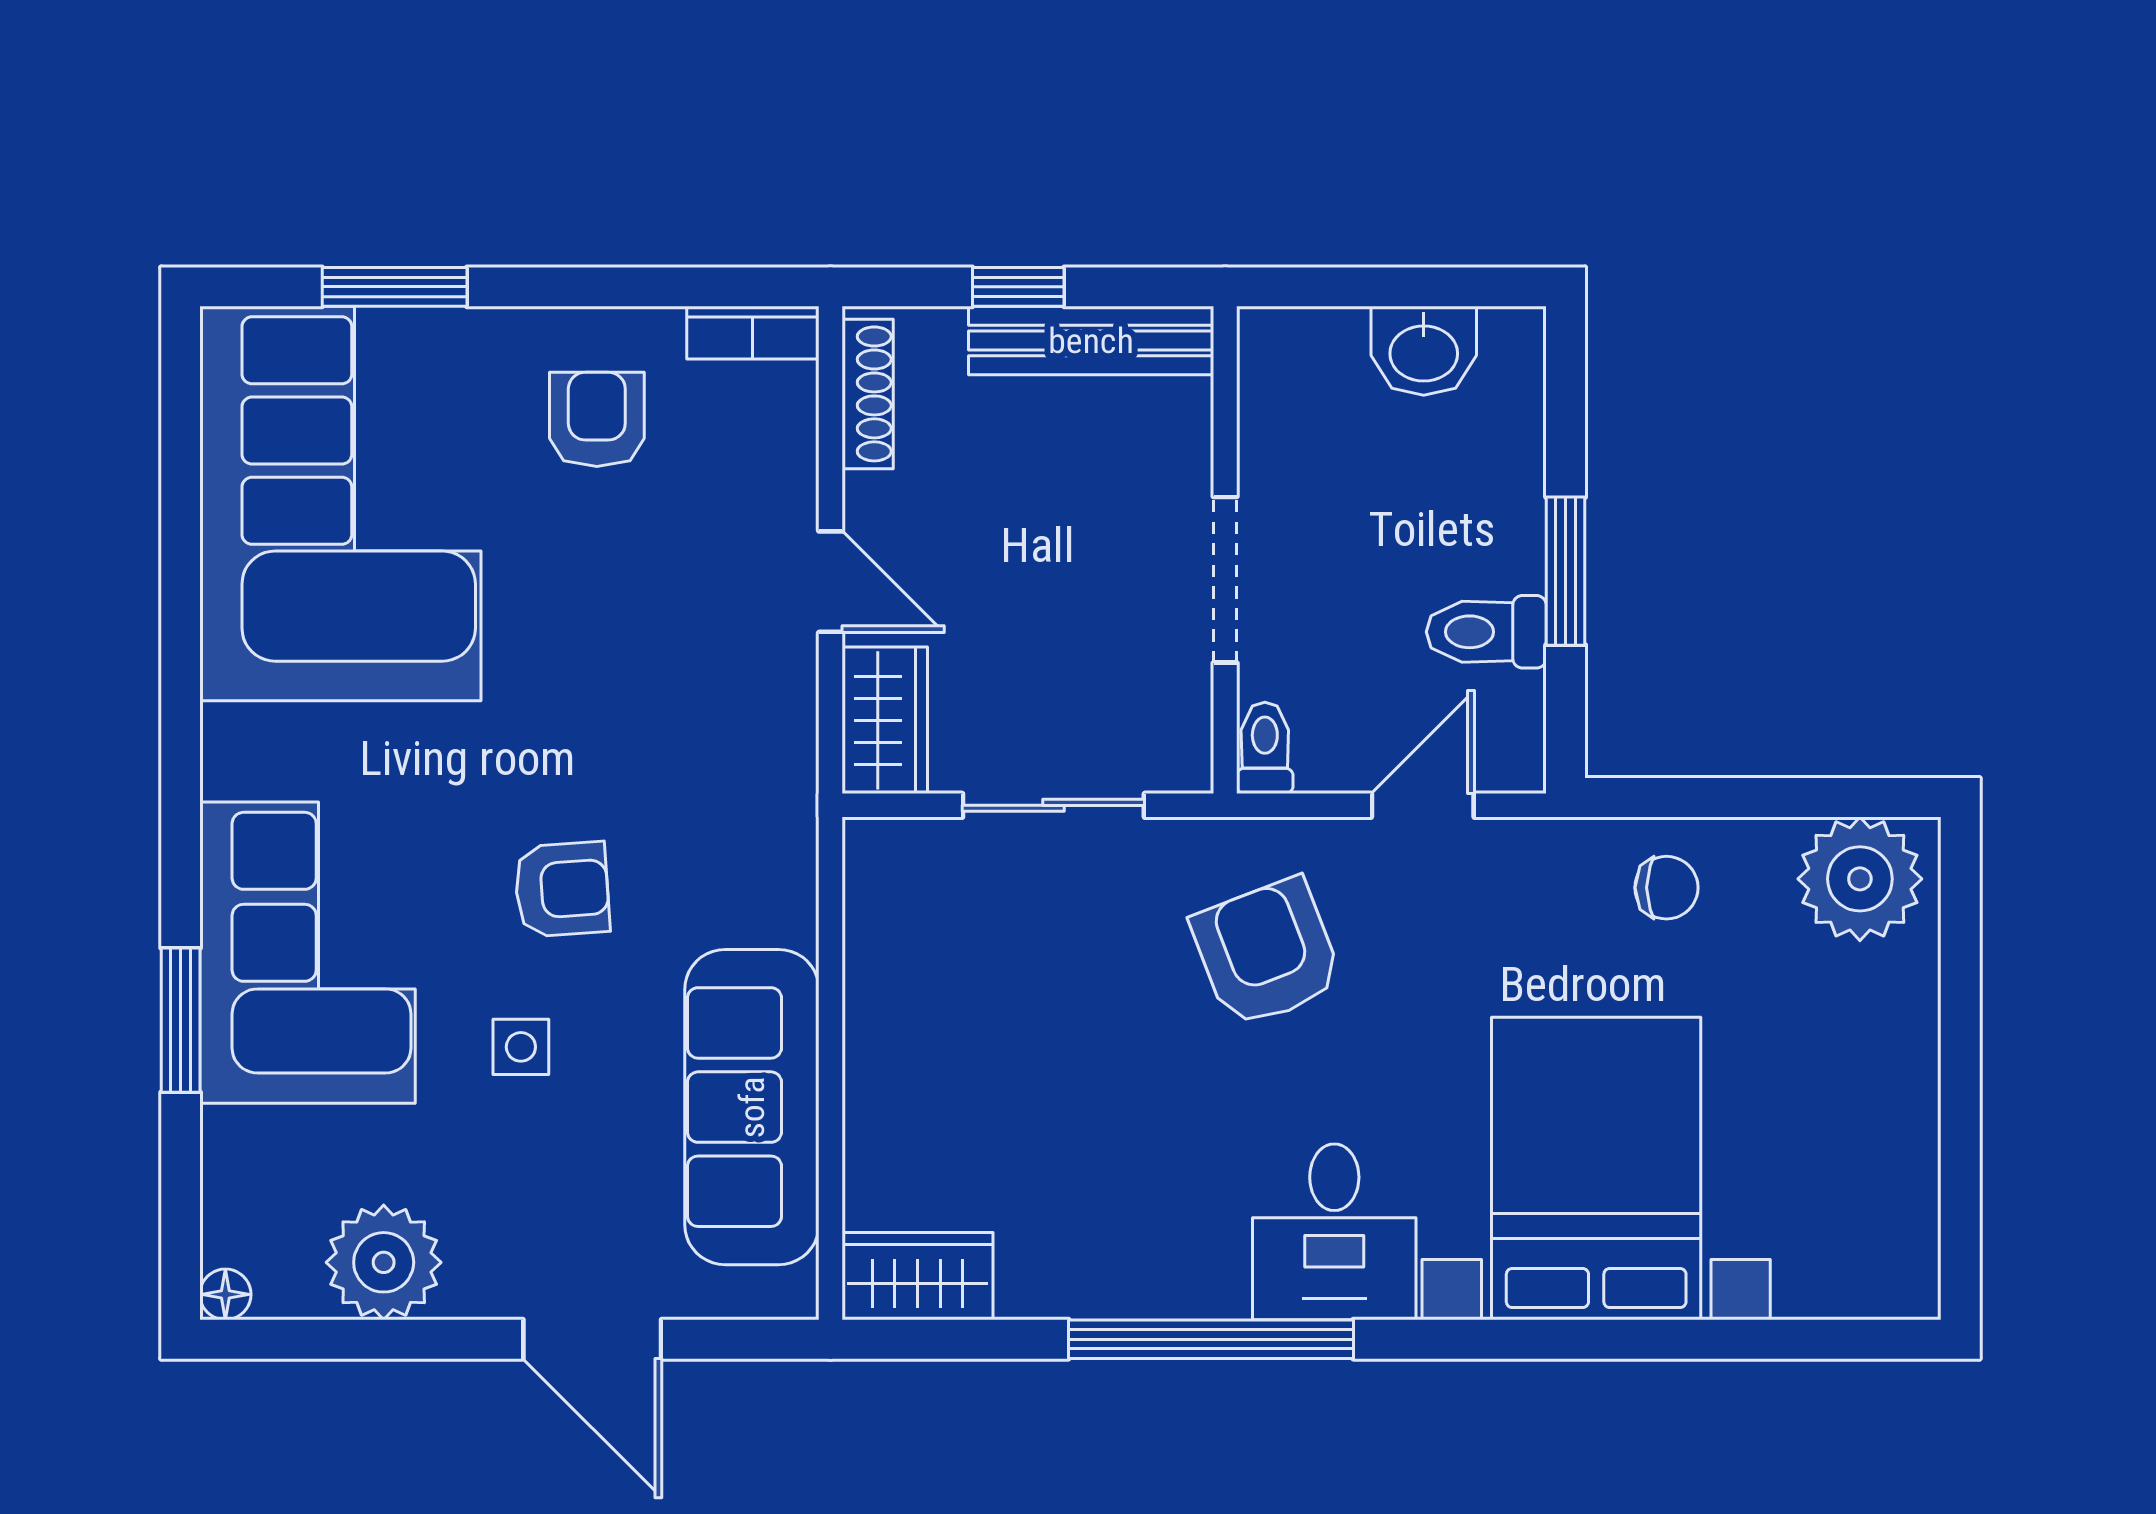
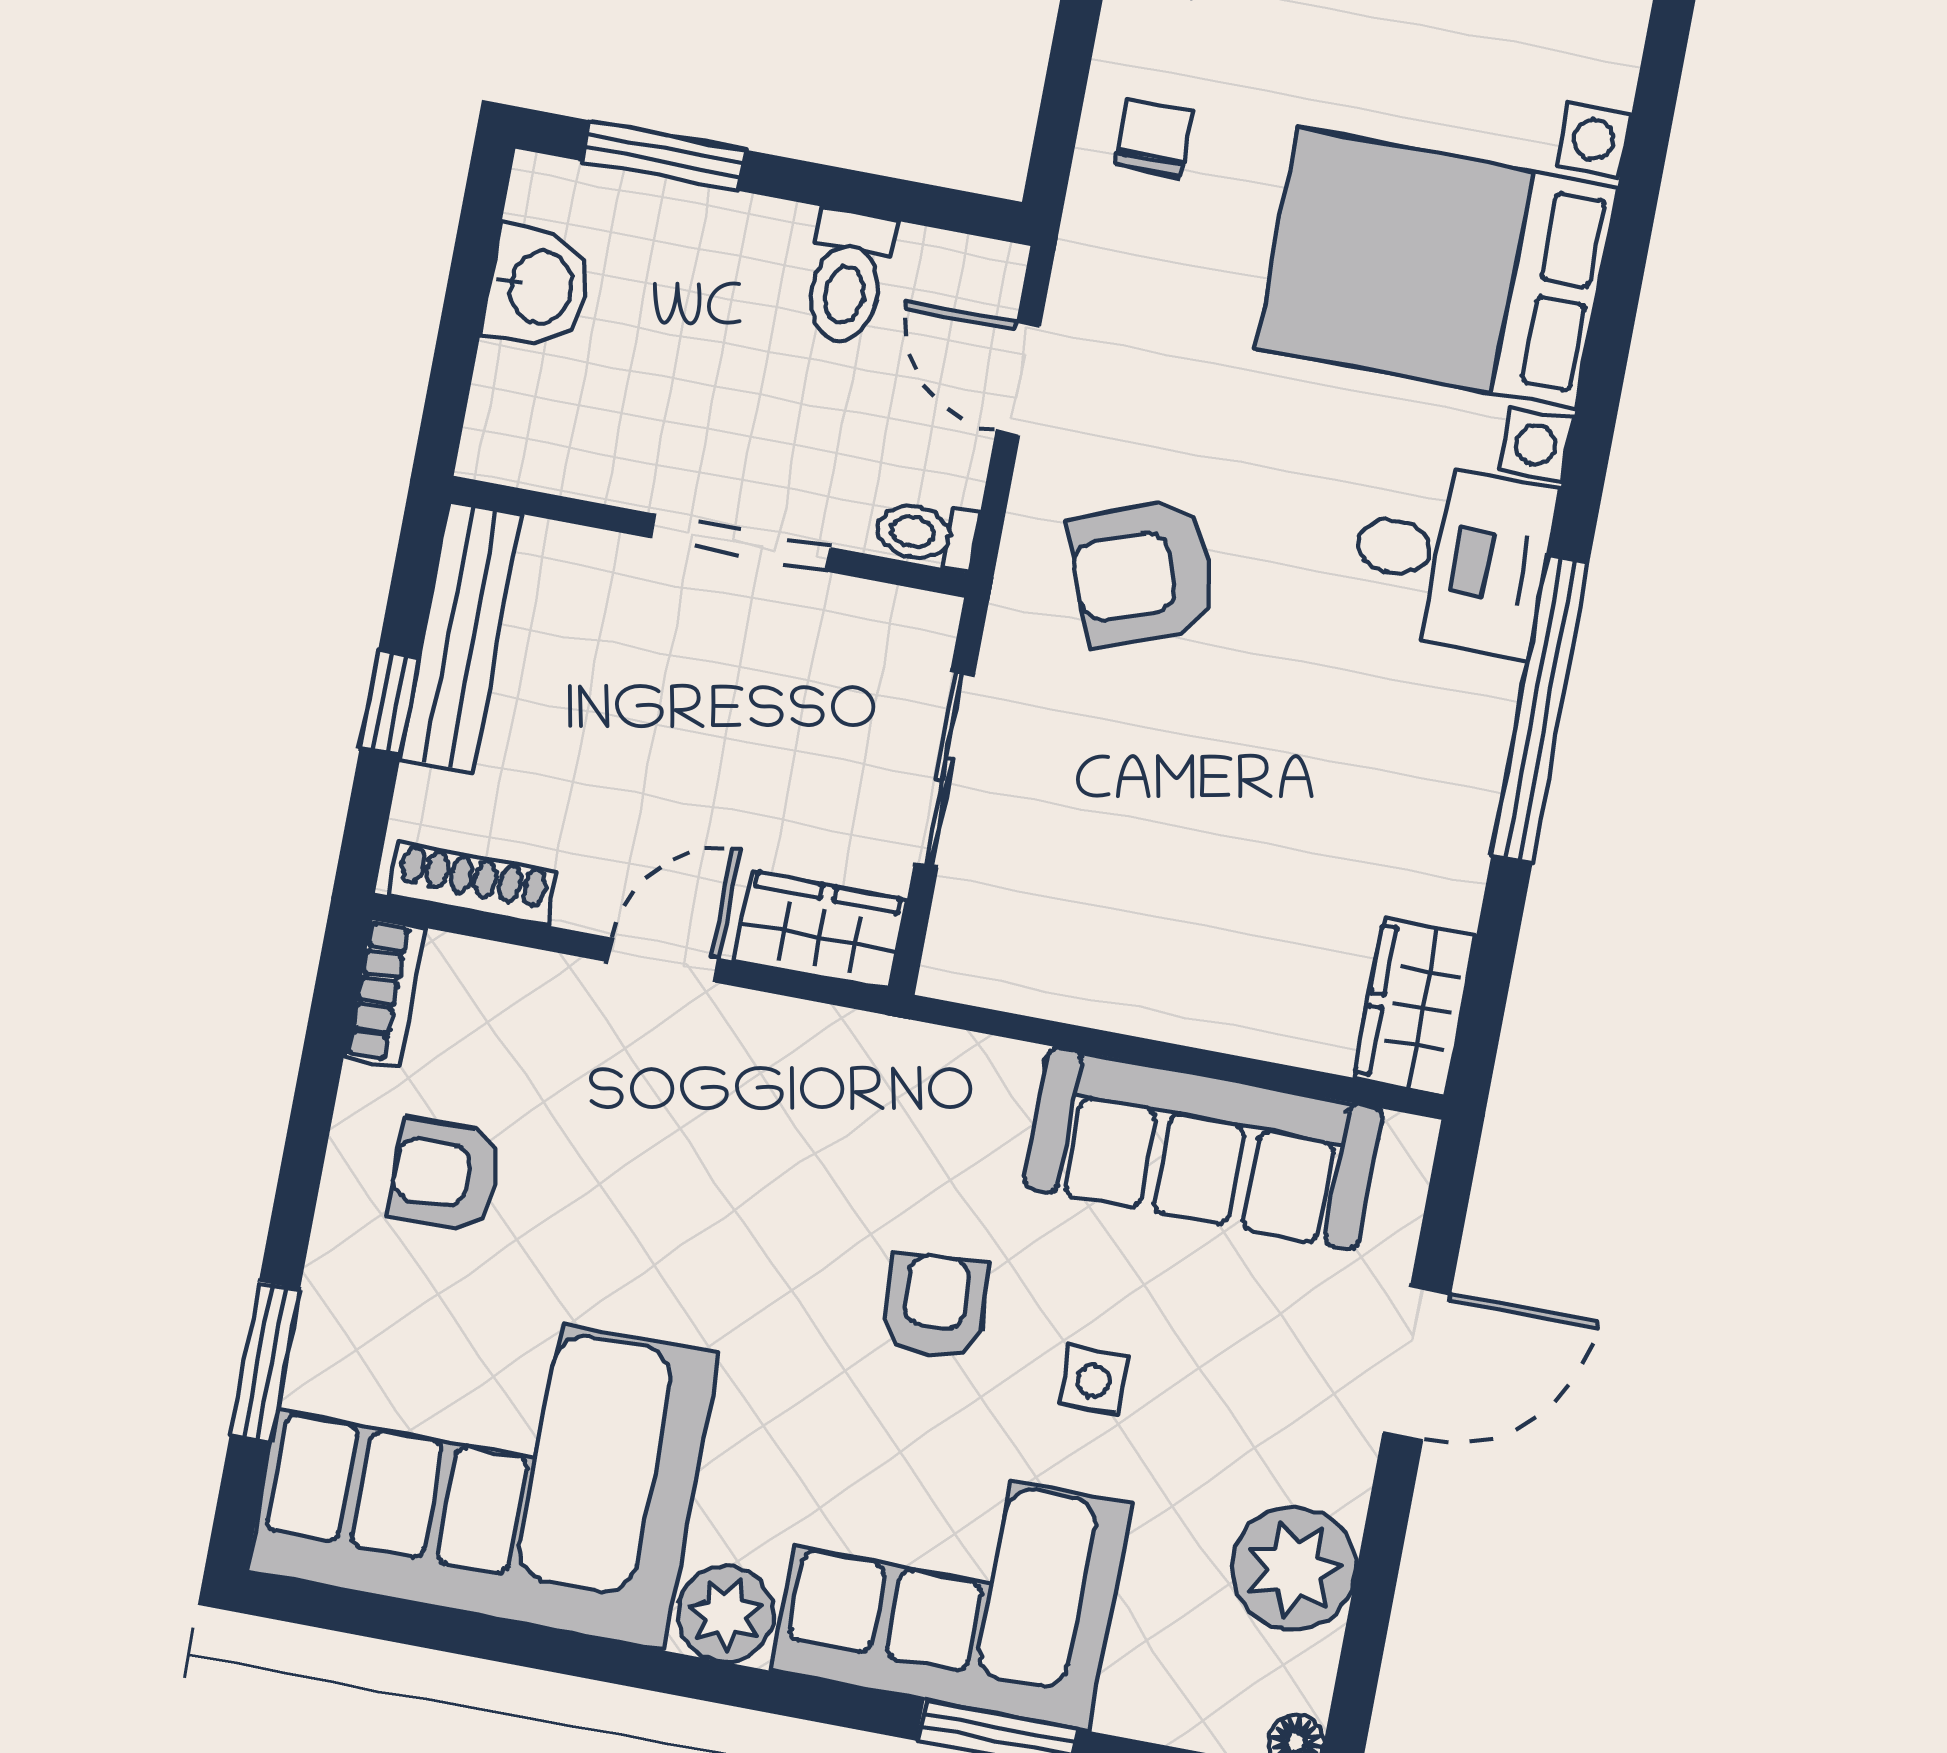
window: (1566, 571) -> (664, 156), moved
plant: (244, 751) -> (726, 1614), added

